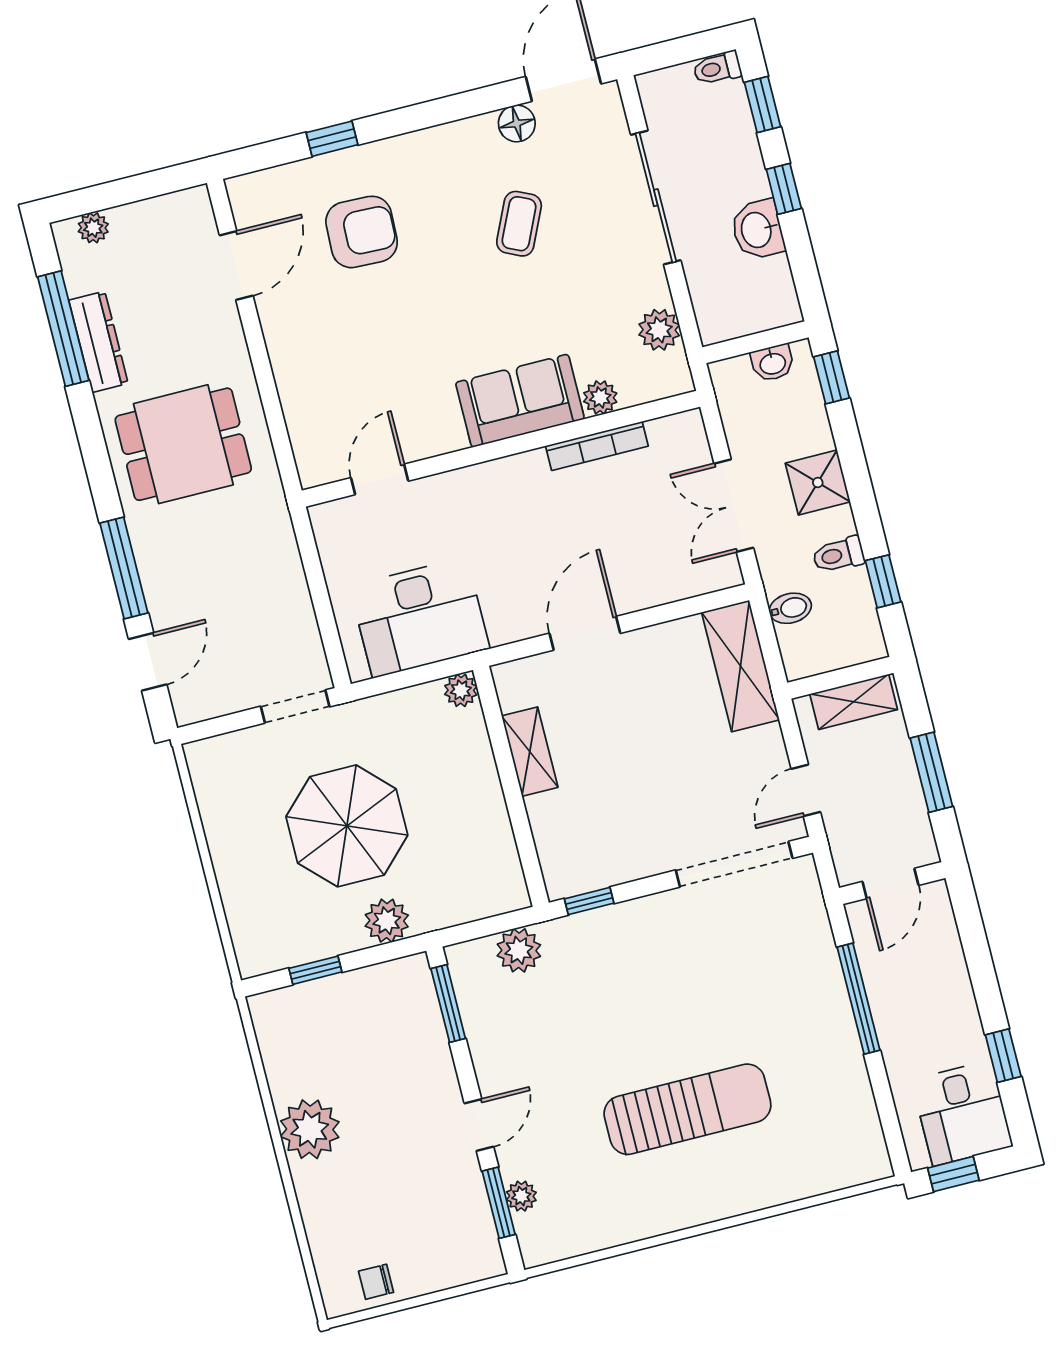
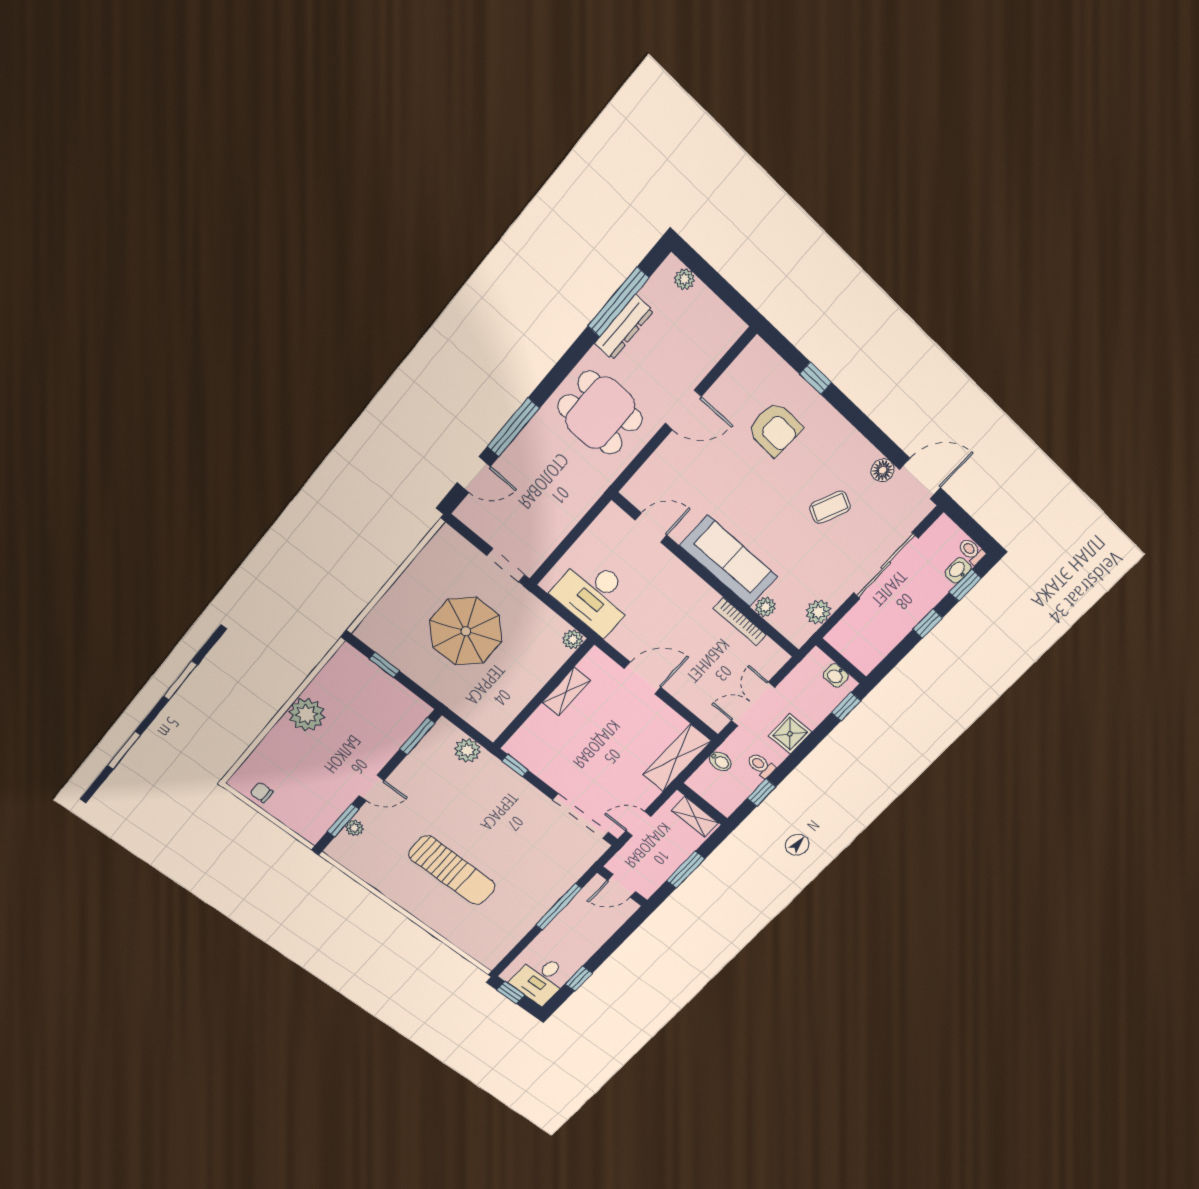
washbasin: (758, 230) -> (958, 570), moved, width x0.72, depth x0.69
door: (236, 265) -> (683, 410), moved
sofa: (520, 401) -> (729, 561), width x1.36
plant: (387, 921) -> (434, 681), removed

